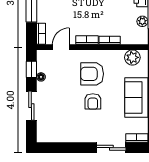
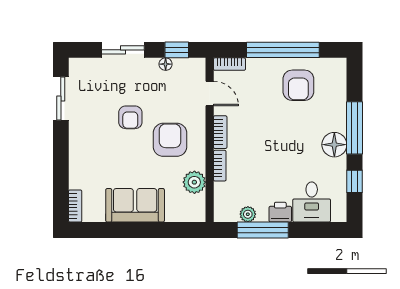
plant: (132, 57) -> (194, 182), moved
armchair: (93, 101) -> (130, 117), moved, turned -90
sliding door: (111, 148) -> (61, 98), moved

